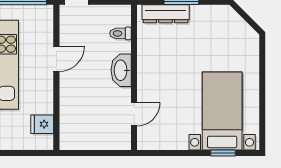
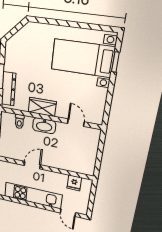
door: (56, 59) -> (32, 165), hinge flipped
wardrobe: (148, 65) -> (42, 107), added

